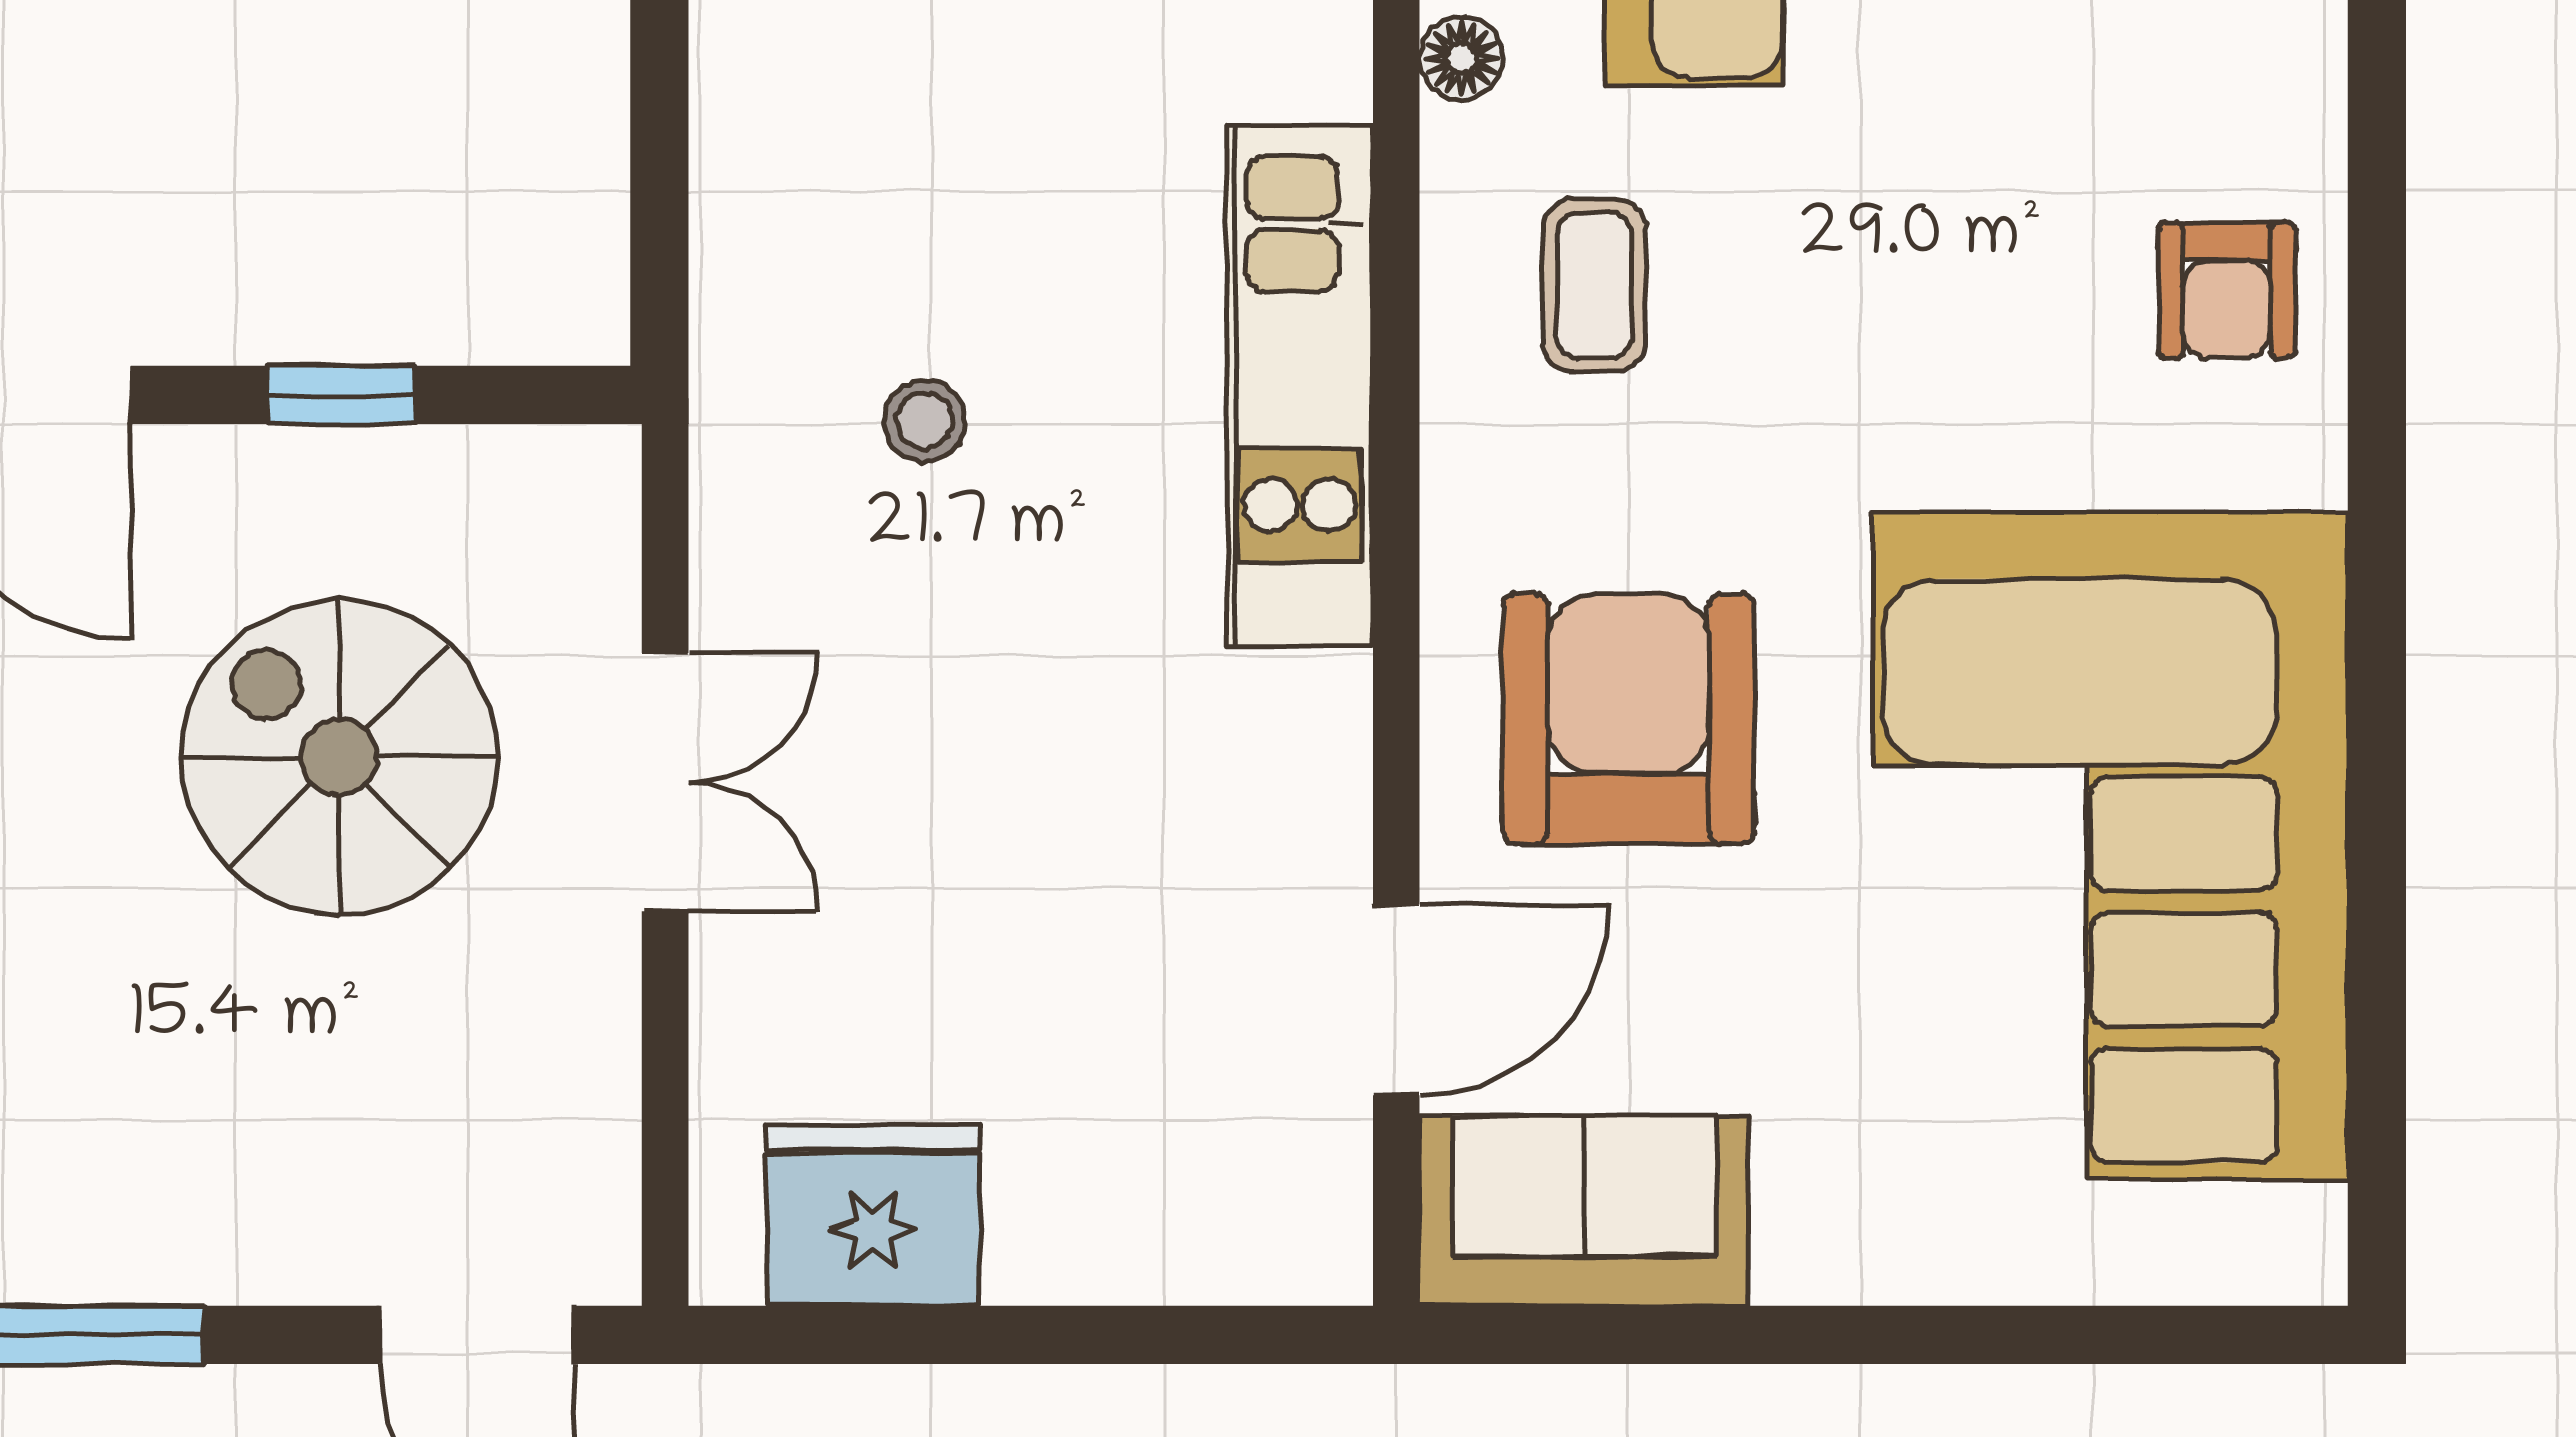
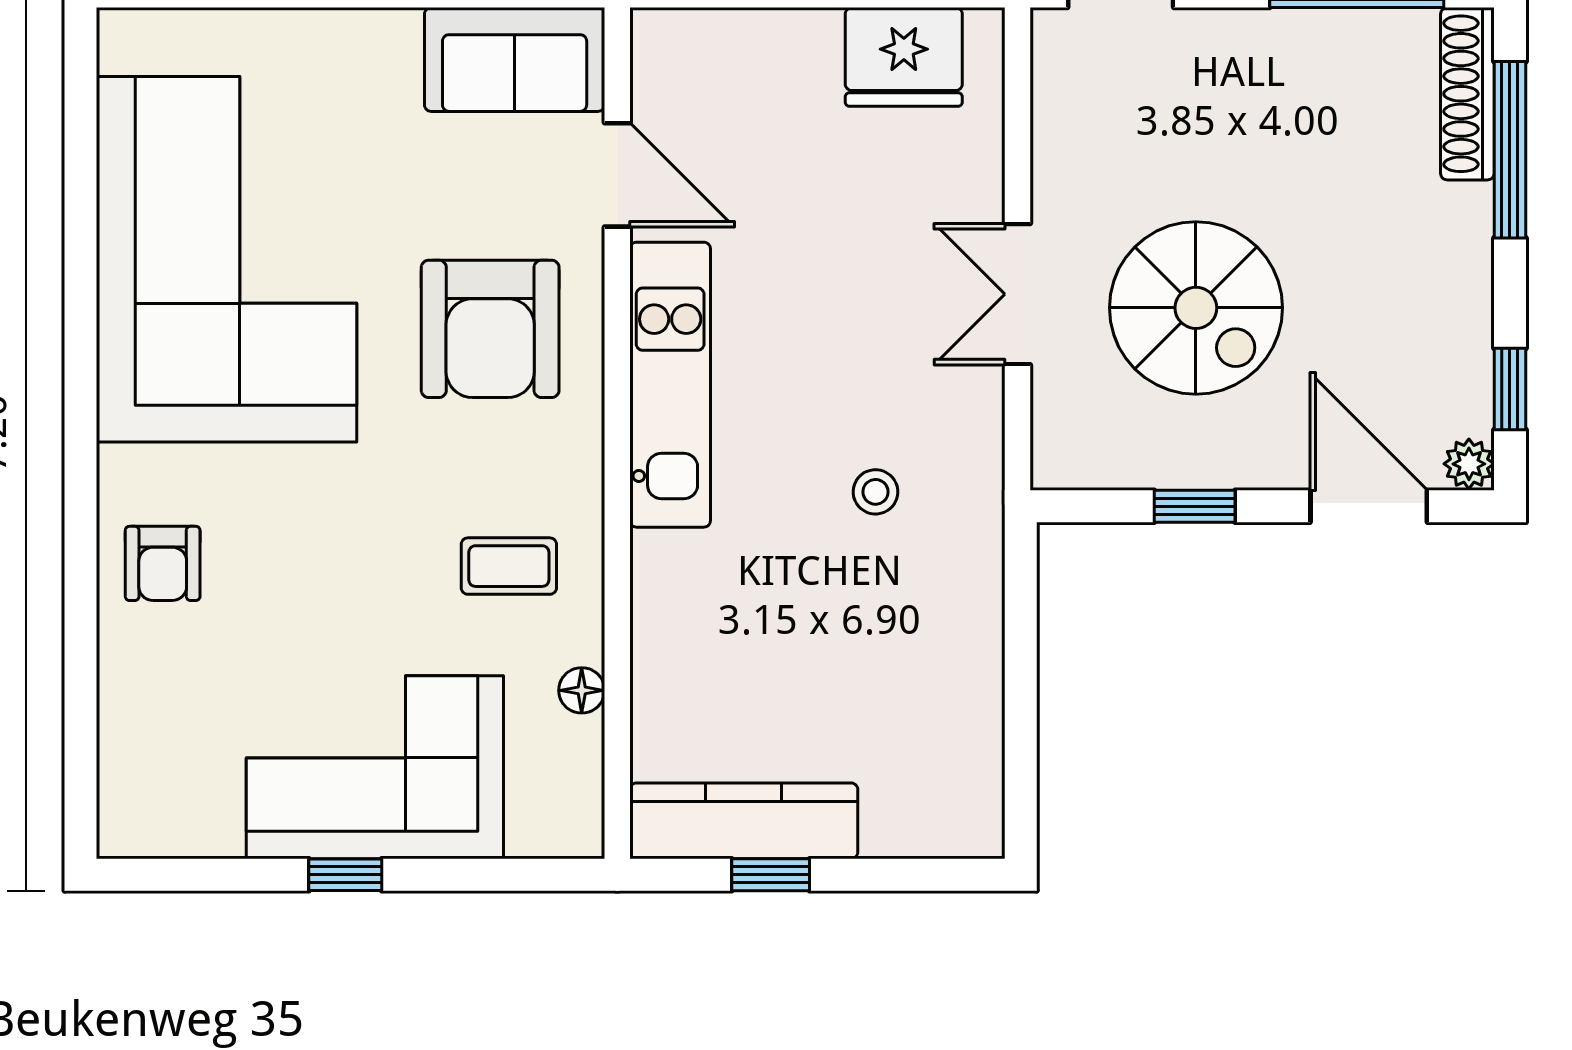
coffee table: (1594, 285) -> (509, 566), turned 90
armchair: (2227, 290) -> (163, 563), turned 180
kitchen unit: (1300, 385) -> (670, 385), moved
door: (1396, 1000) -> (617, 175), swing flipped

